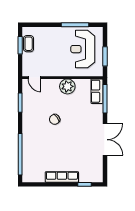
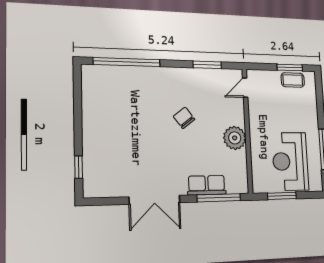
reception desk: (83, 49) -> (290, 161), turned -90
row of seats: (97, 91) -> (207, 185), moved
row of seats: (62, 177) -> (91, 129), removed

